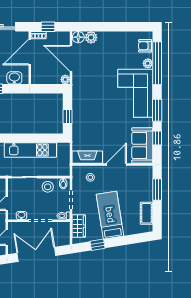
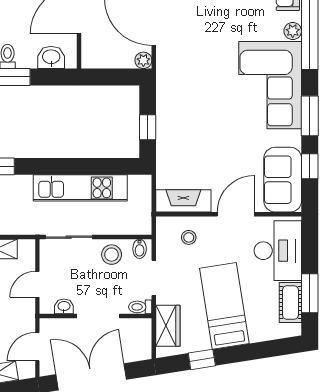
desk: (139, 185) -> (278, 251), added
window: (157, 190) -> (310, 293), moved

